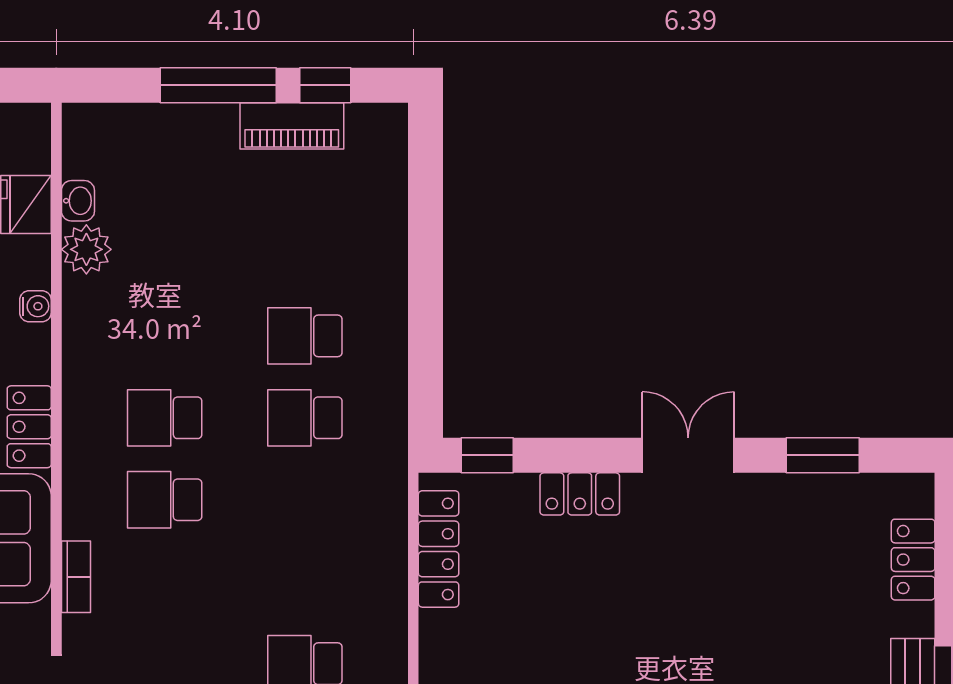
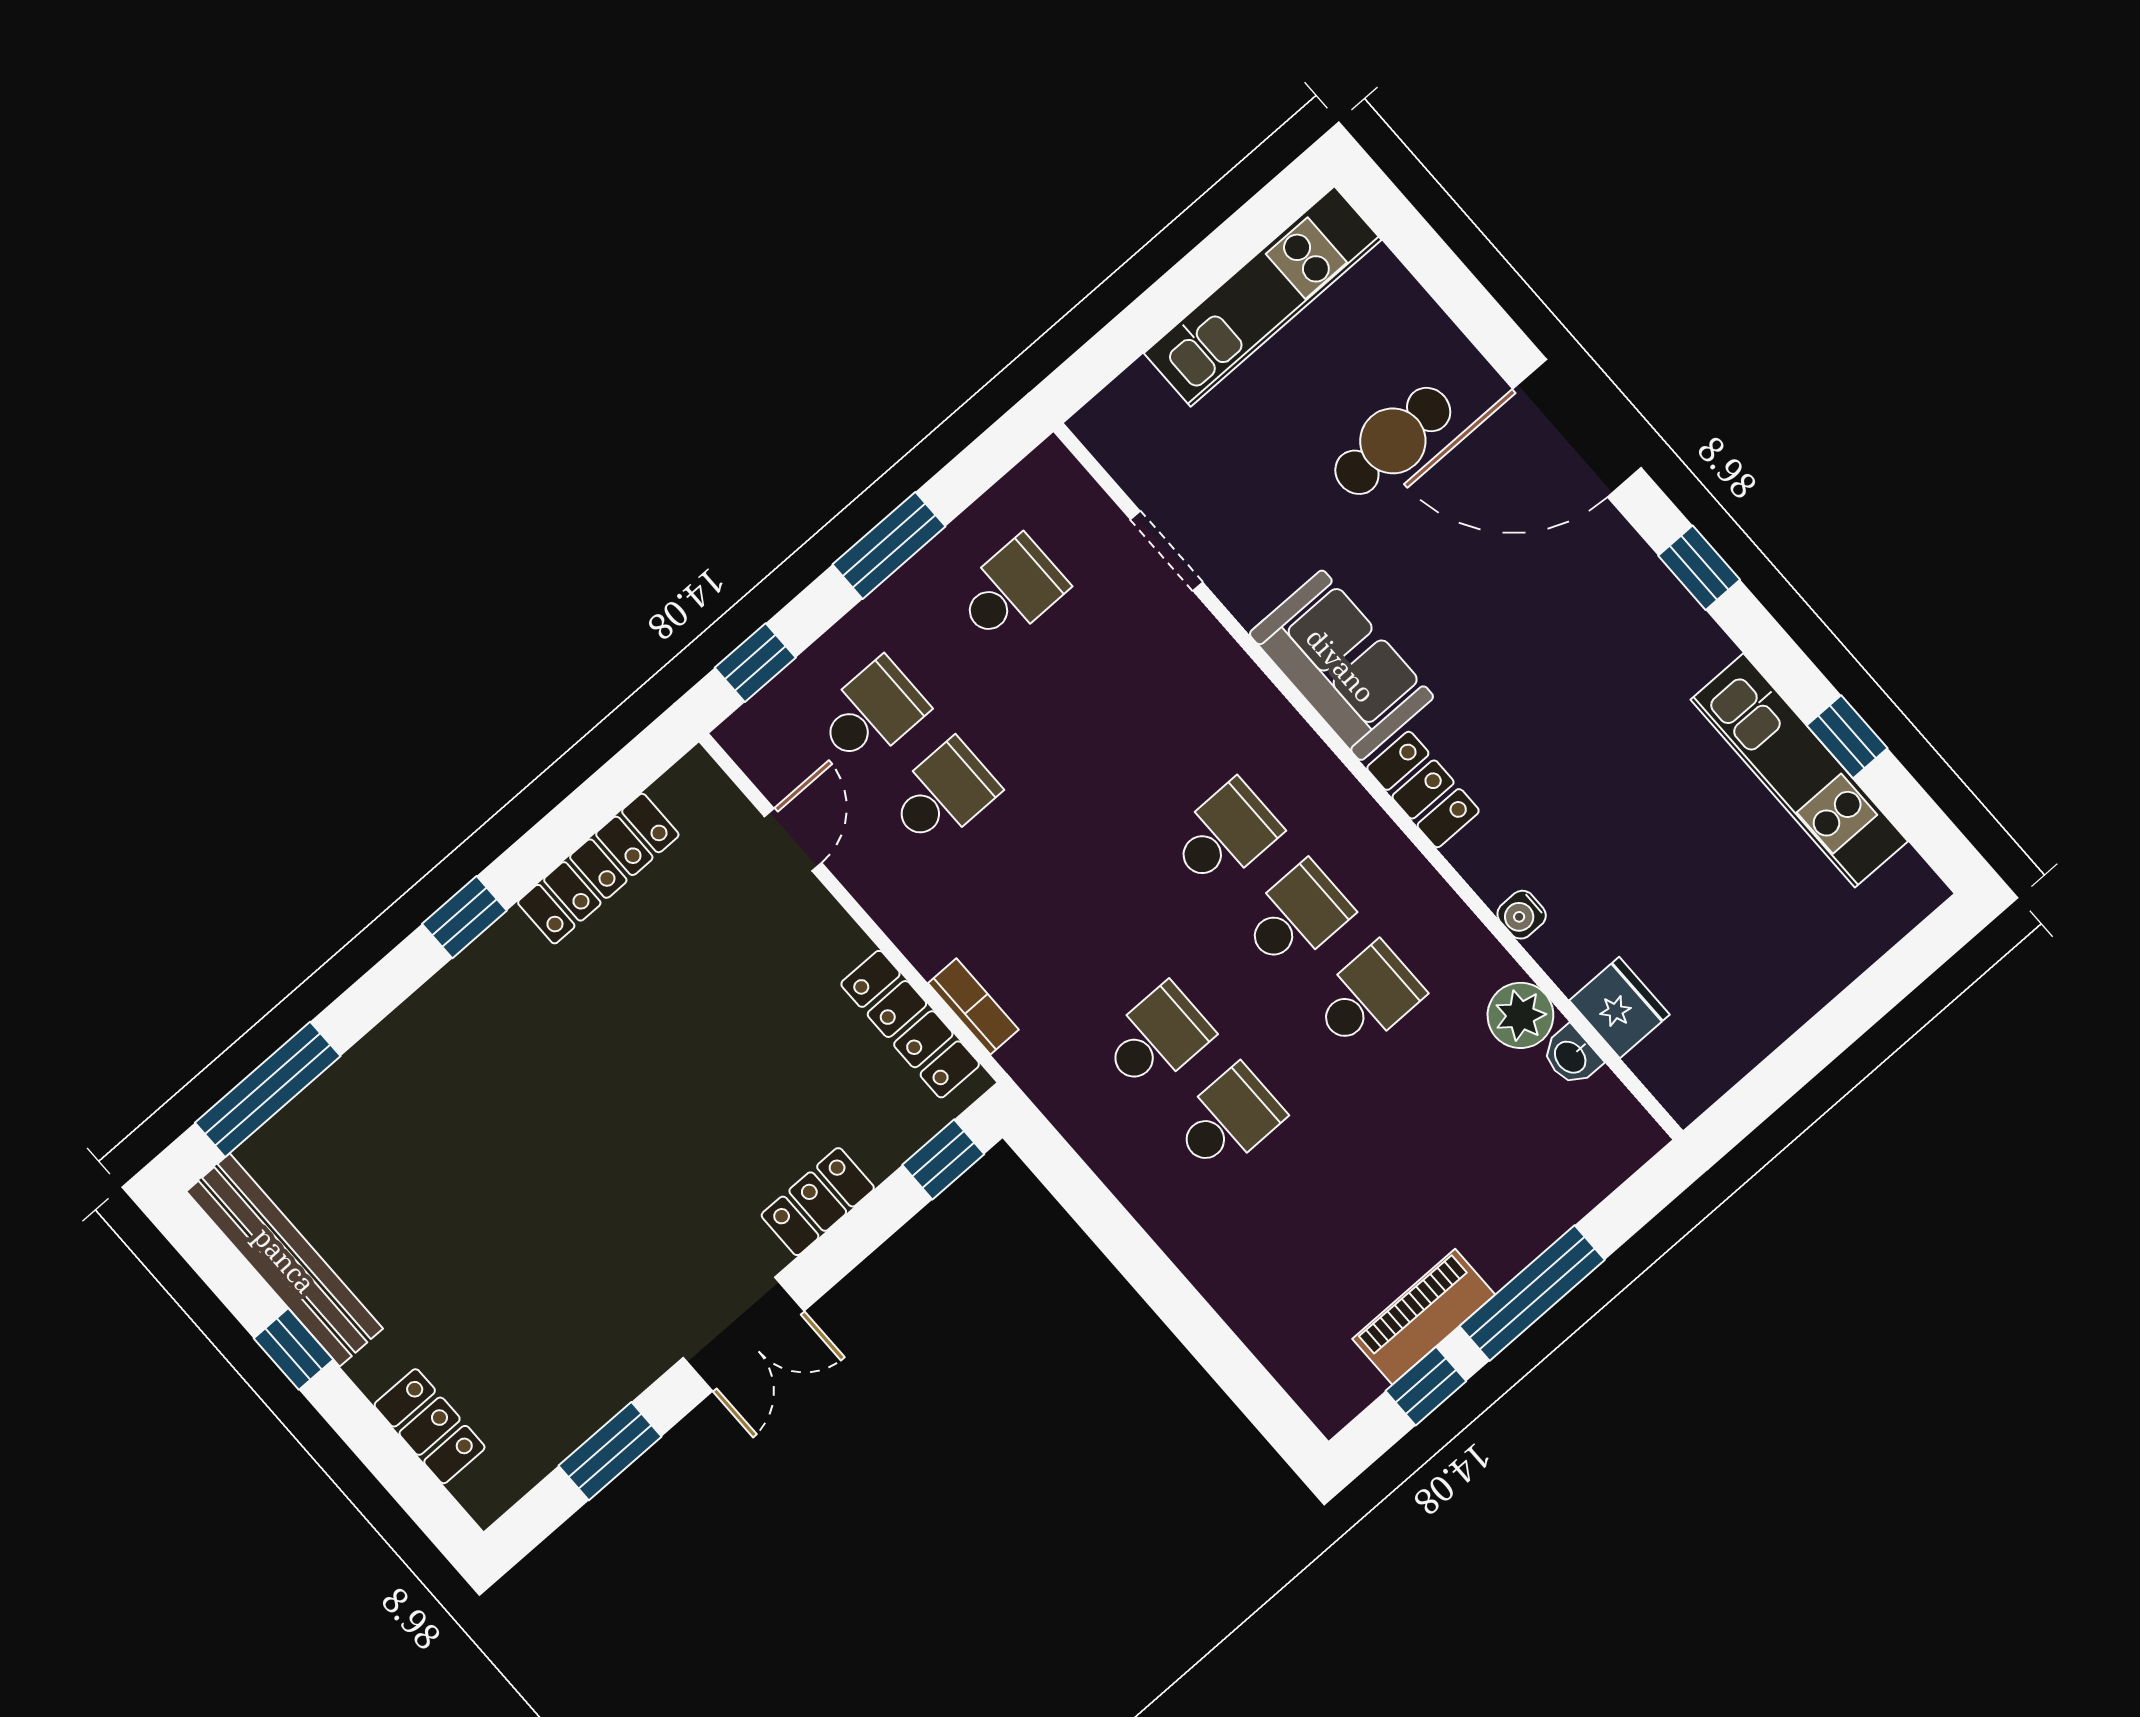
school desk: (165, 336) -> (1368, 998), added
bookcase: (76, 577) -> (973, 1006), moved, turned 180

